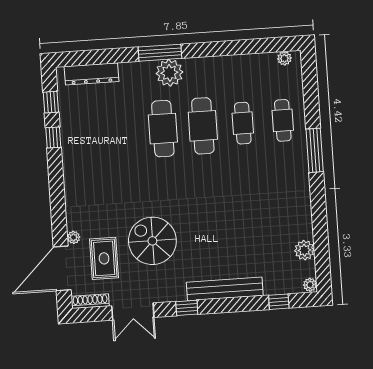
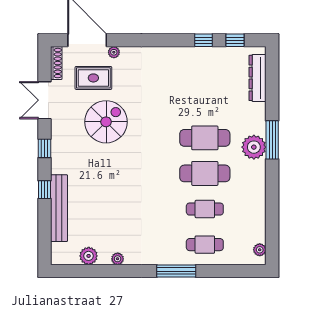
plant: (310, 285) -> (118, 259), moved
bench: (225, 289) -> (59, 208), moved
window: (279, 302) -> (45, 190), moved

